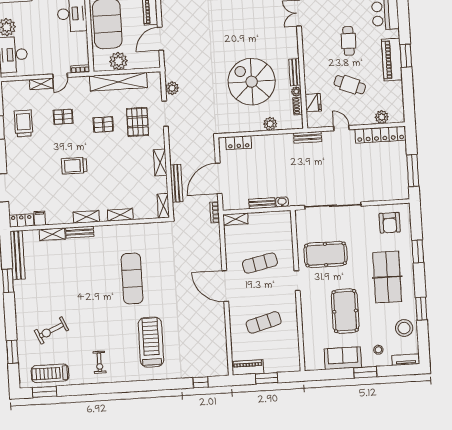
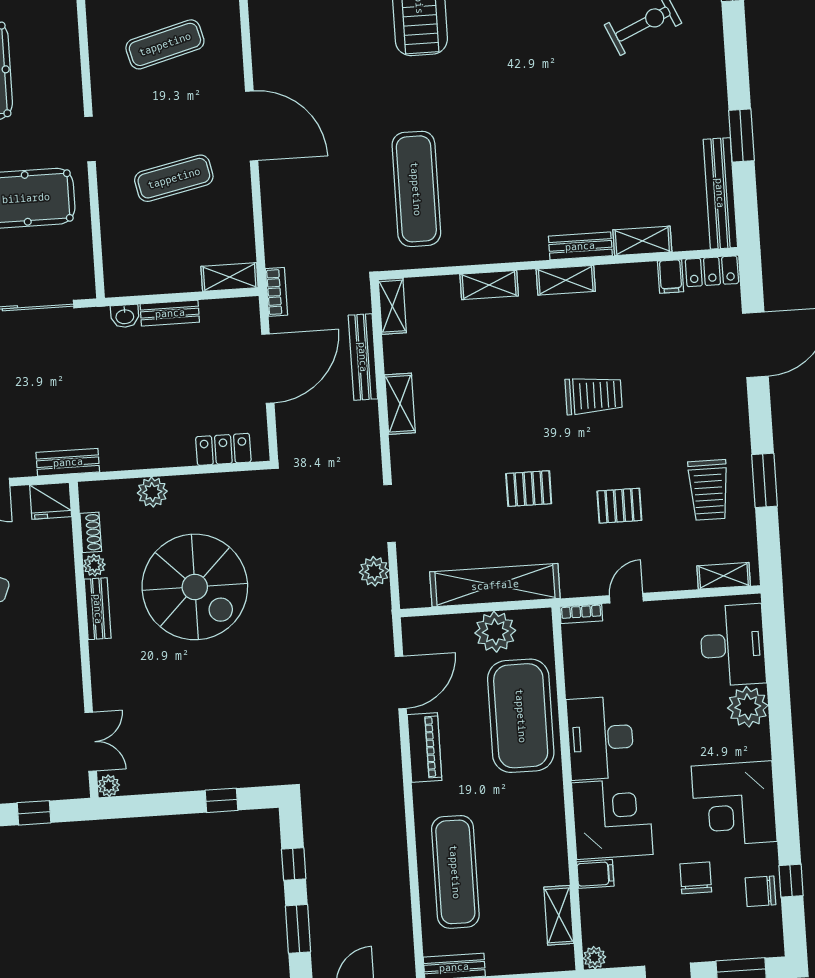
shelving: (41, 84) -> (724, 576), moved
fridge: (313, 103) -> (51, 501), moved, turned -90
pallet: (138, 122) -> (451, 495), removed
exercise mat: (132, 279) -> (416, 189), moved

